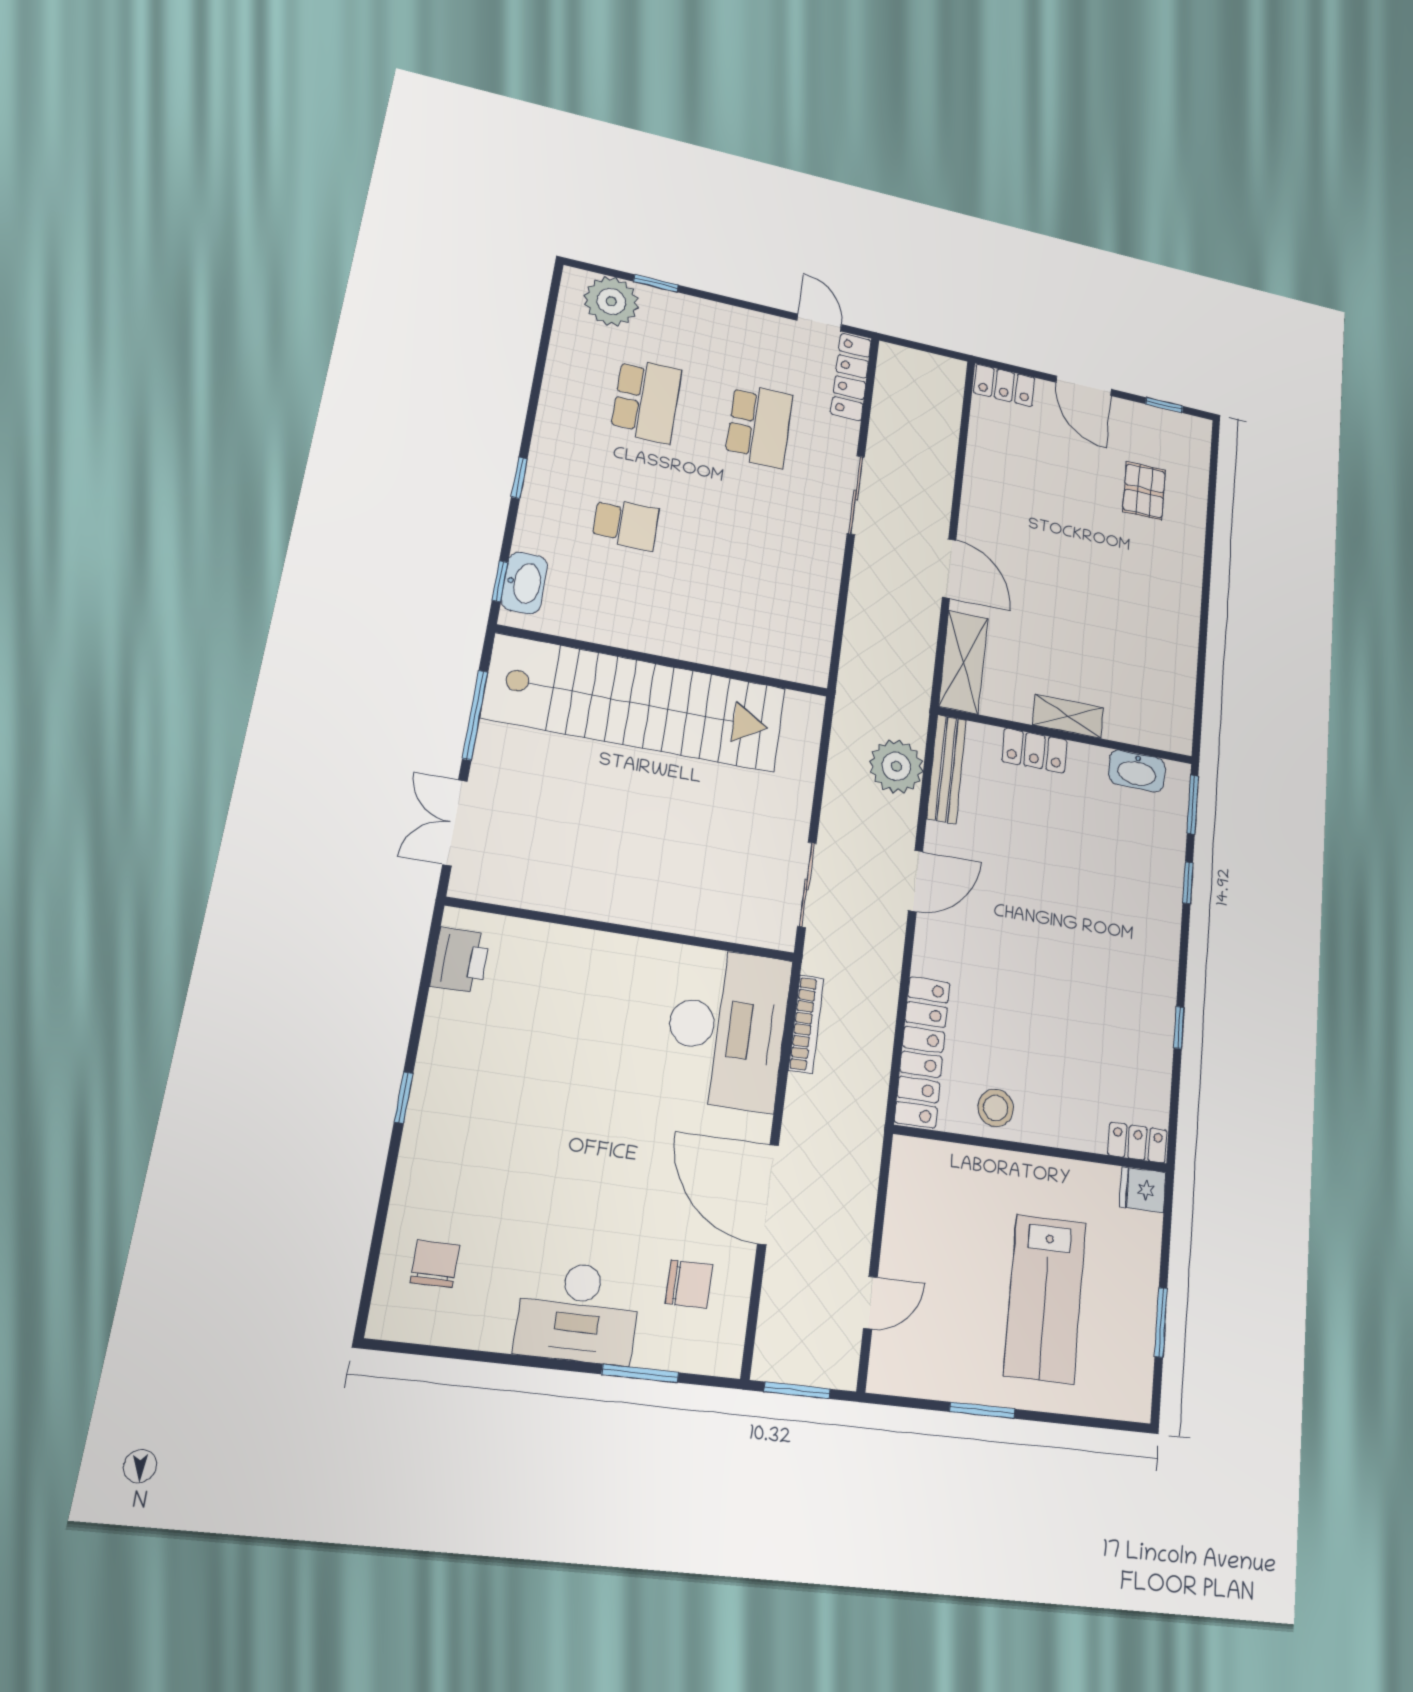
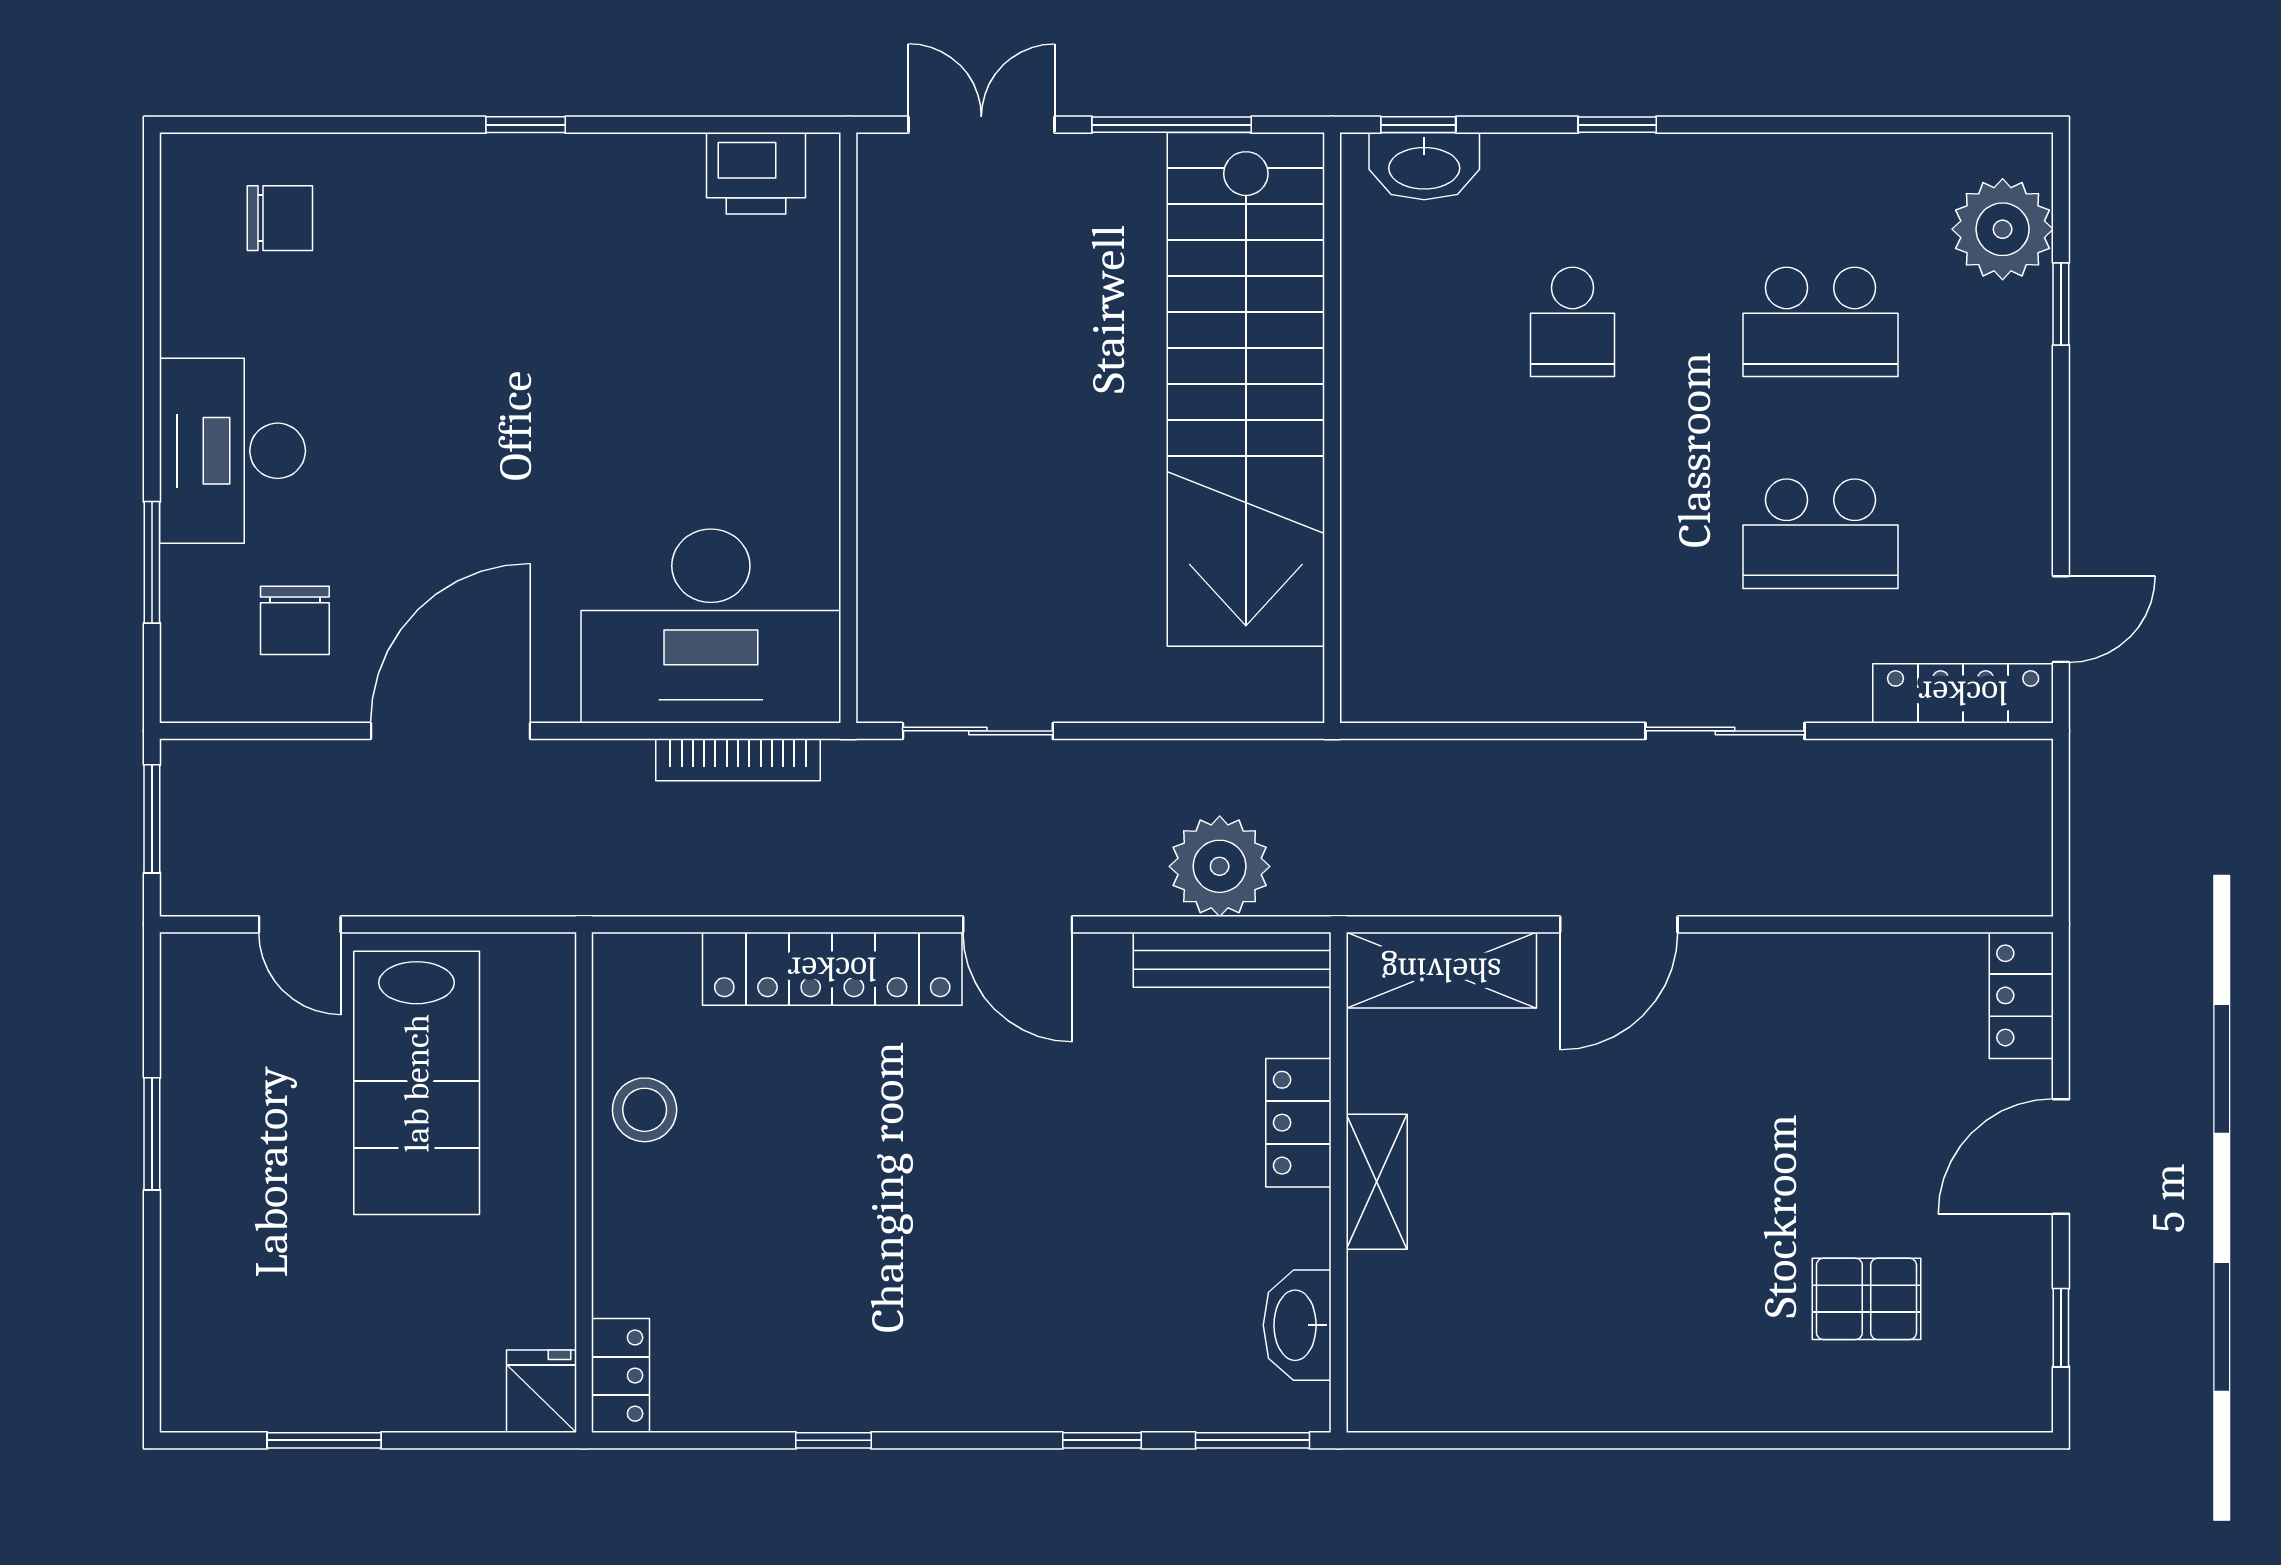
locker: (922, 1052) -> (832, 969), moved
lab bench: (1045, 1298) -> (417, 1083), moved, turned -90

